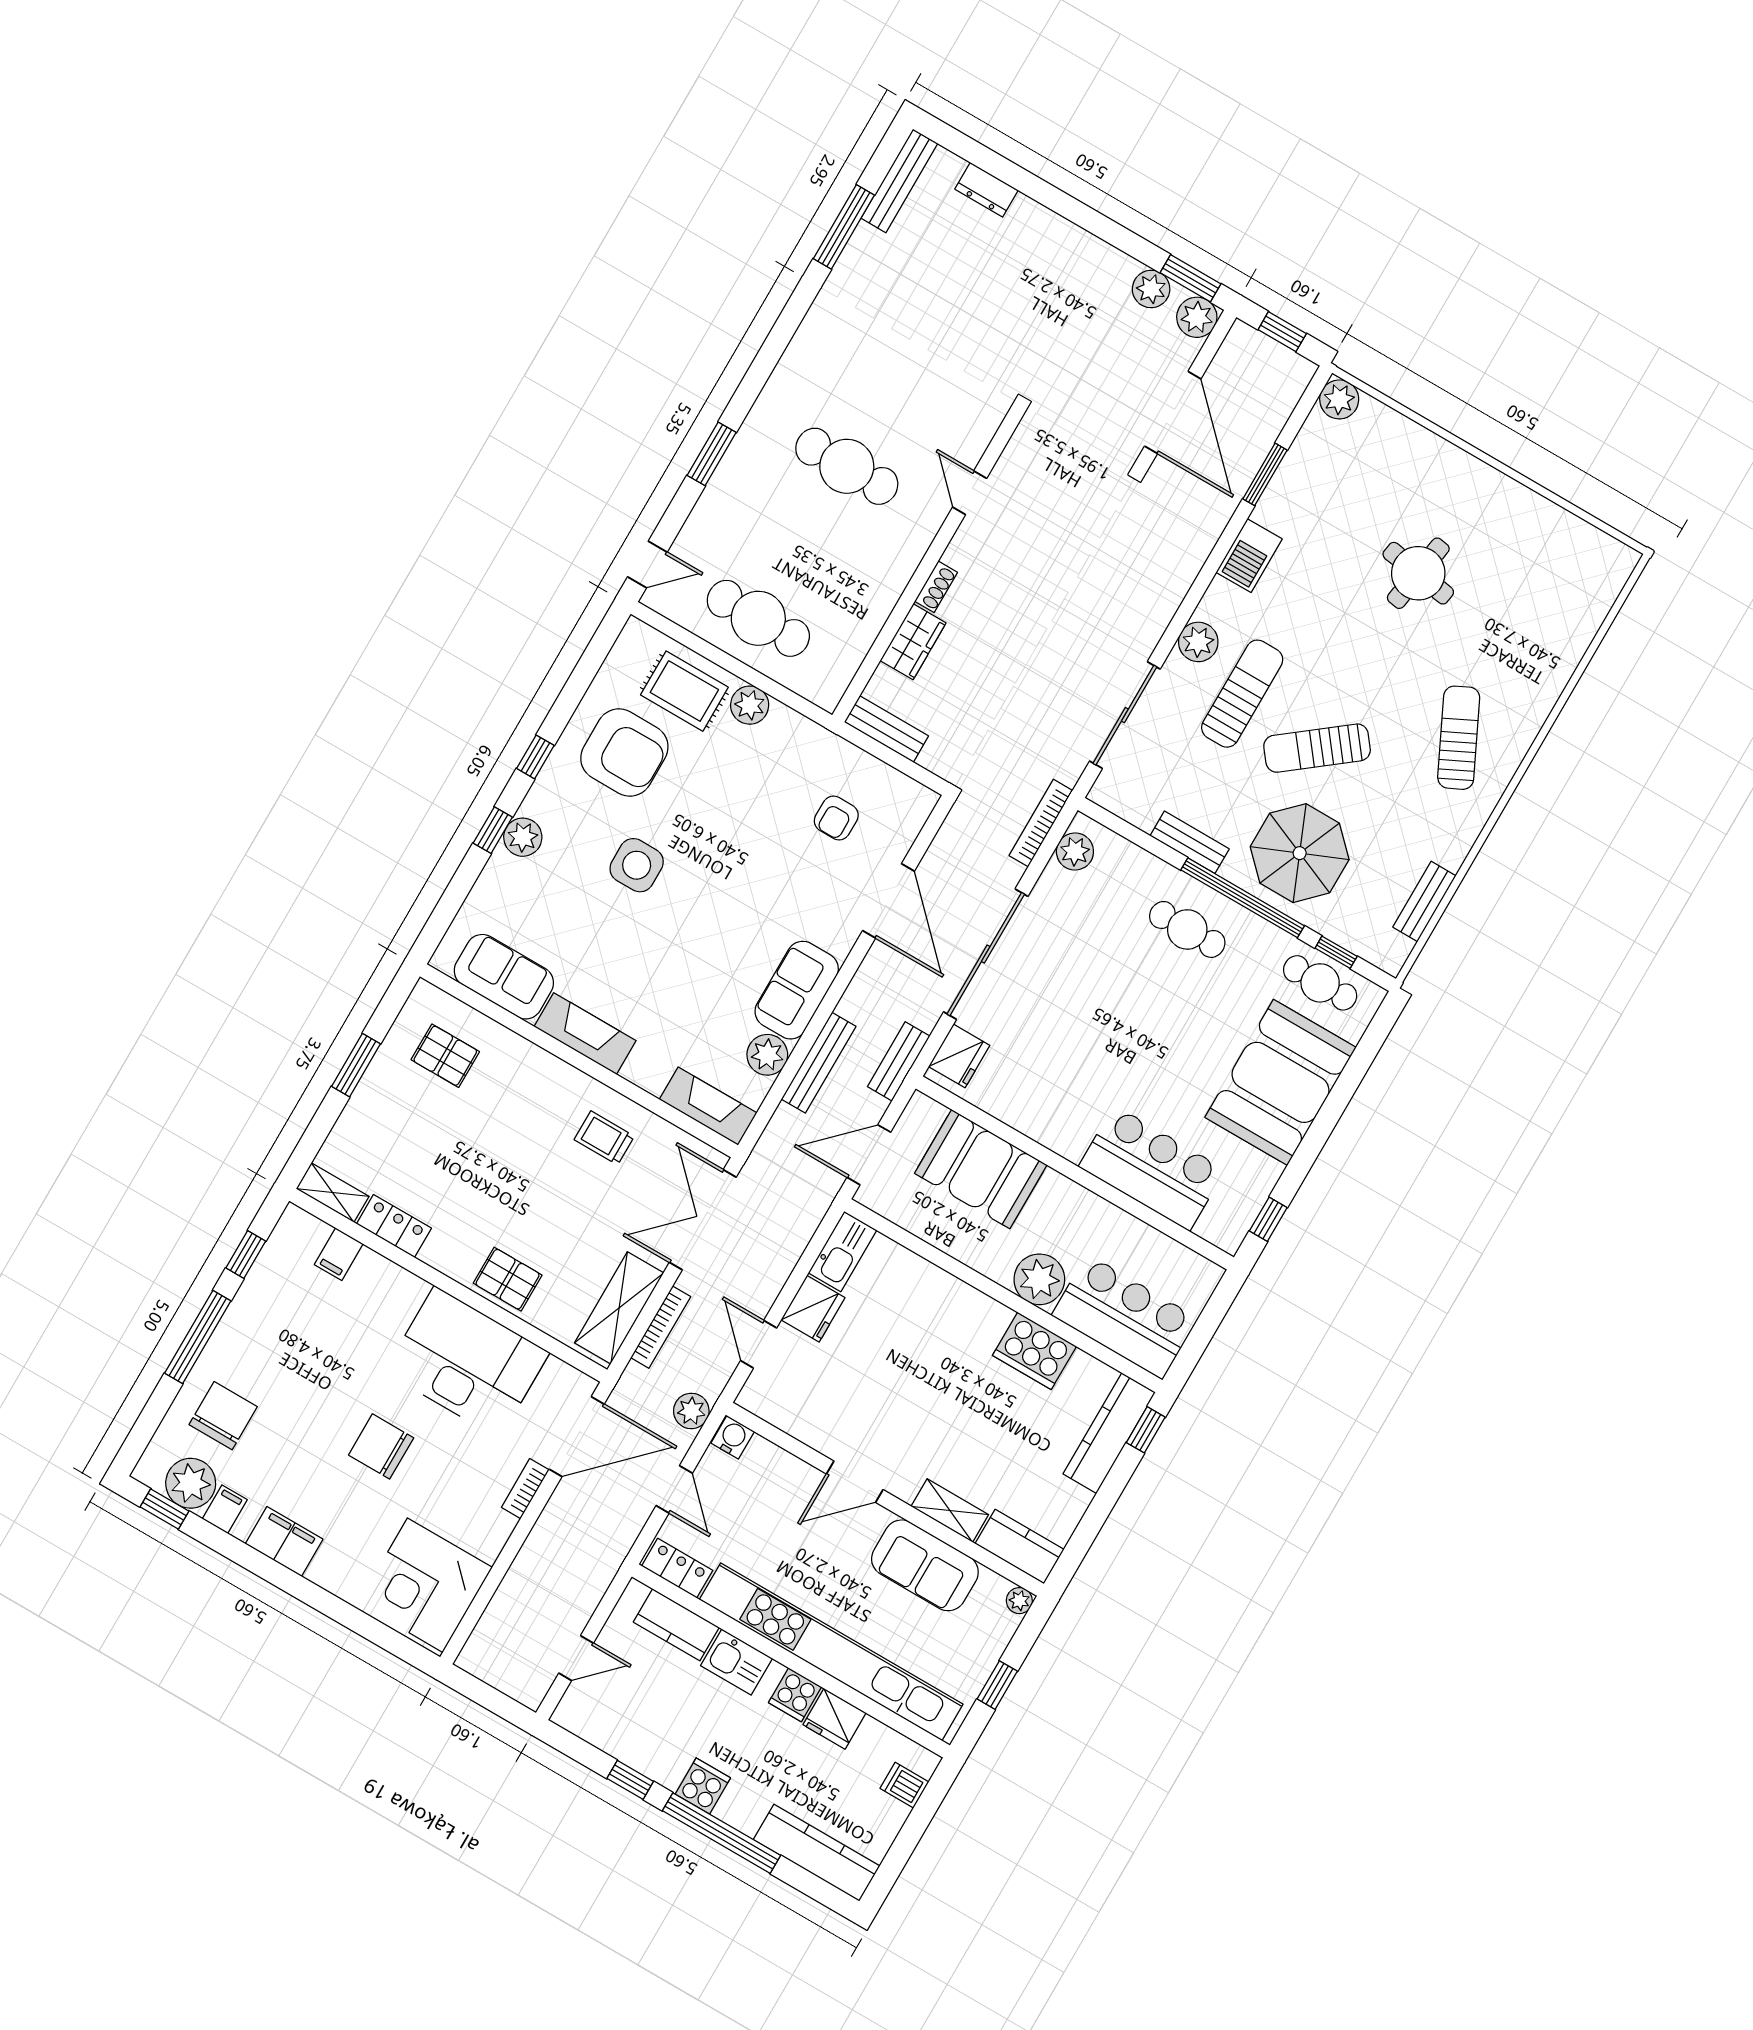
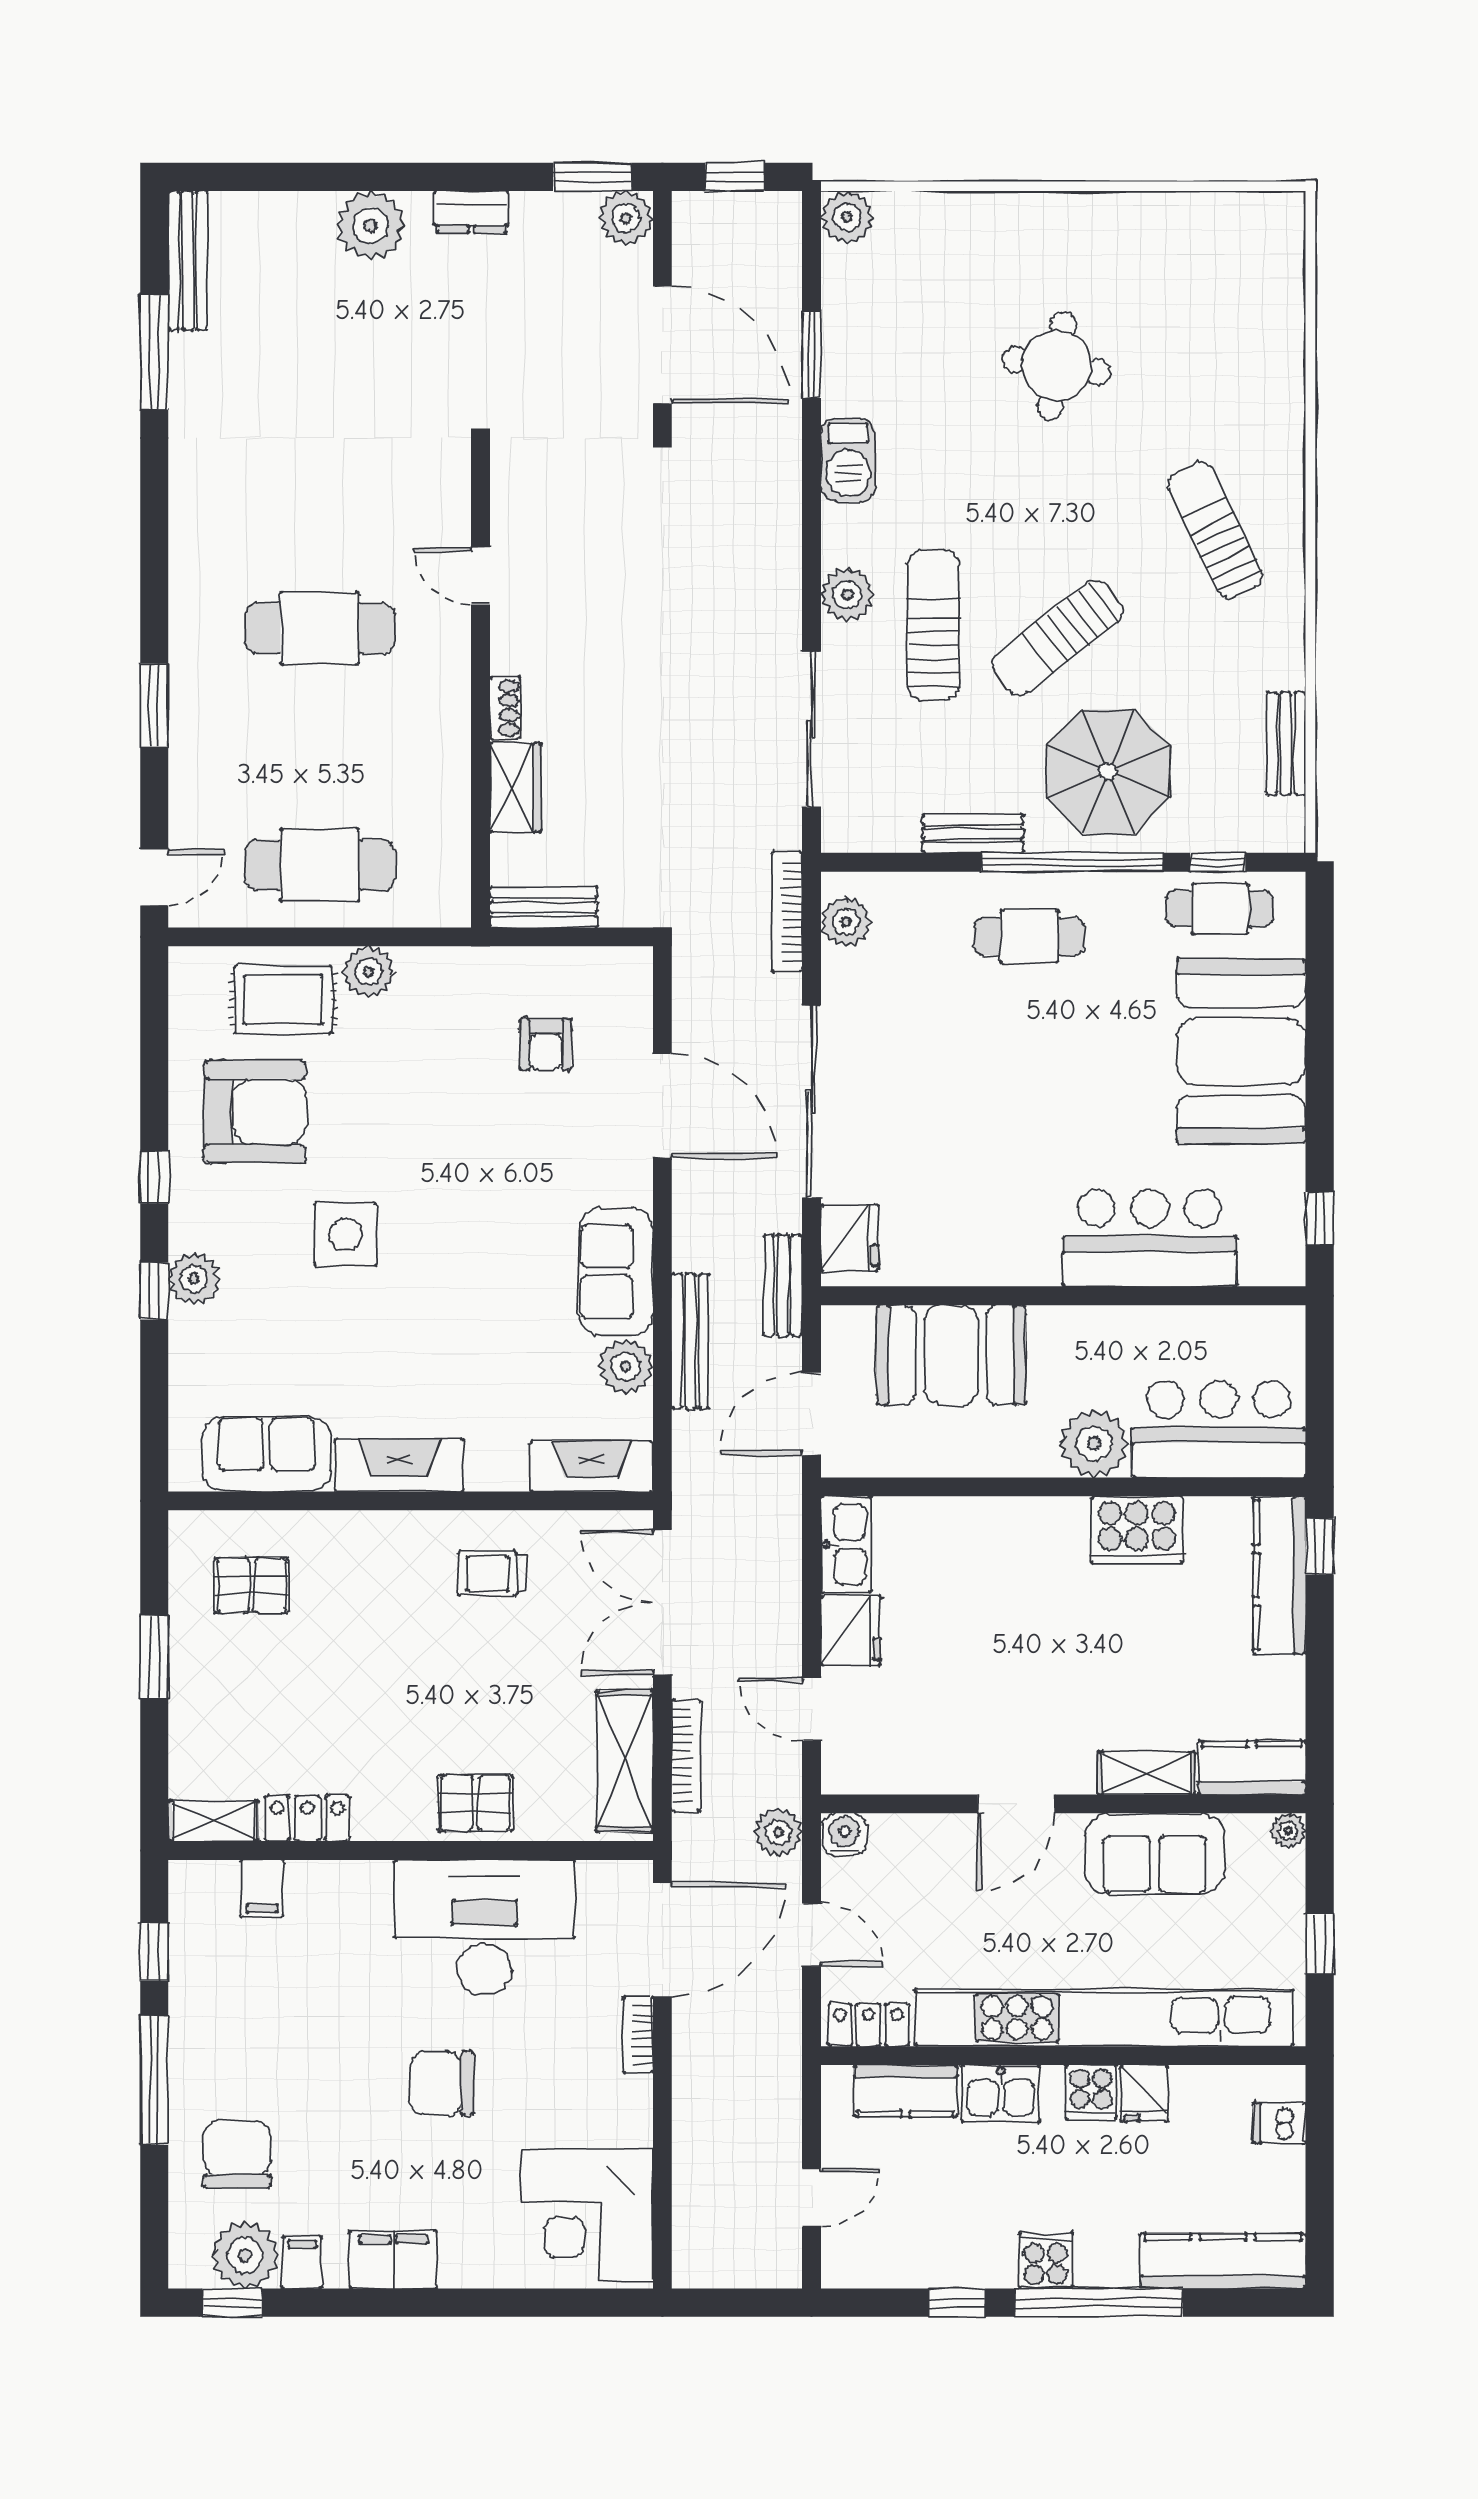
dresser: (987, 190) -> (471, 212), moved
plant: (1151, 289) -> (370, 225), moved, width x1.36, depth x1.36
fridge: (835, 1719) -> (1144, 2093), width x0.72

